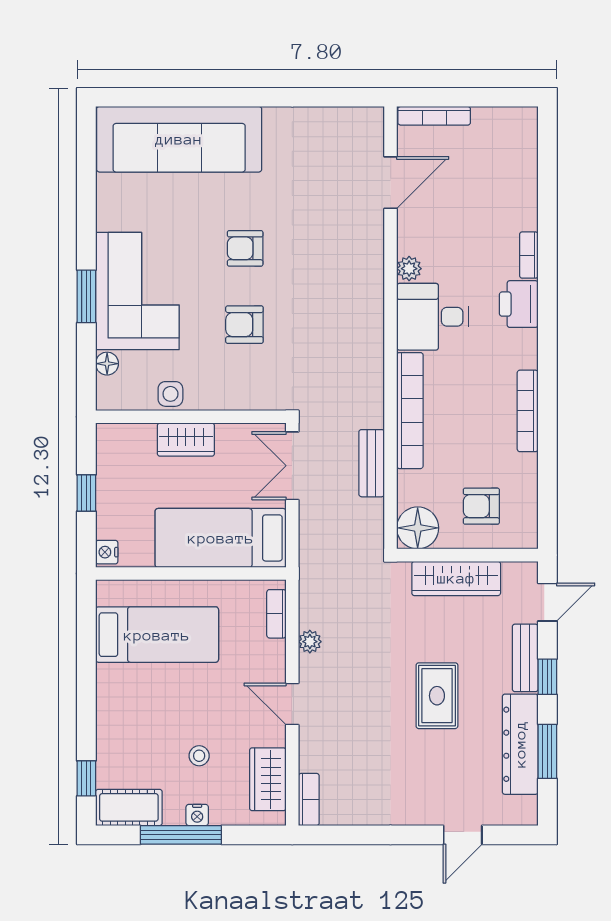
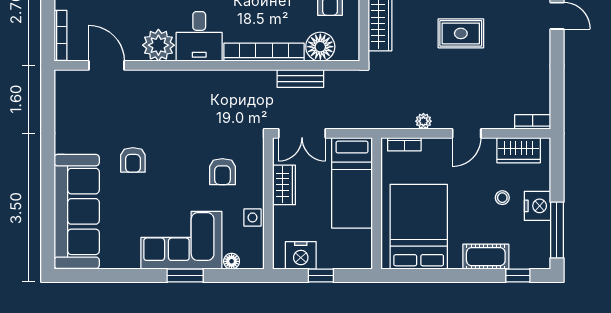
armchair: (245, 248) -> (133, 160), moved
plant: (409, 269) -> (158, 45), width x1.87, depth x1.87
armchair: (244, 325) -> (222, 172), moved
wardrobe: (186, 440) -> (284, 185), moved
floor lamp: (418, 528) -> (320, 47), moved
nightstand: (107, 552) -> (301, 255), moved, width x1.89, depth x1.79
bed: (157, 635) -> (419, 227), width x1.50
cot: (129, 807) -> (486, 257), moved, turned 90
nightstand: (197, 815) -> (537, 206), width x1.89, depth x1.79
window: (181, 835) -> (557, 230), moved

